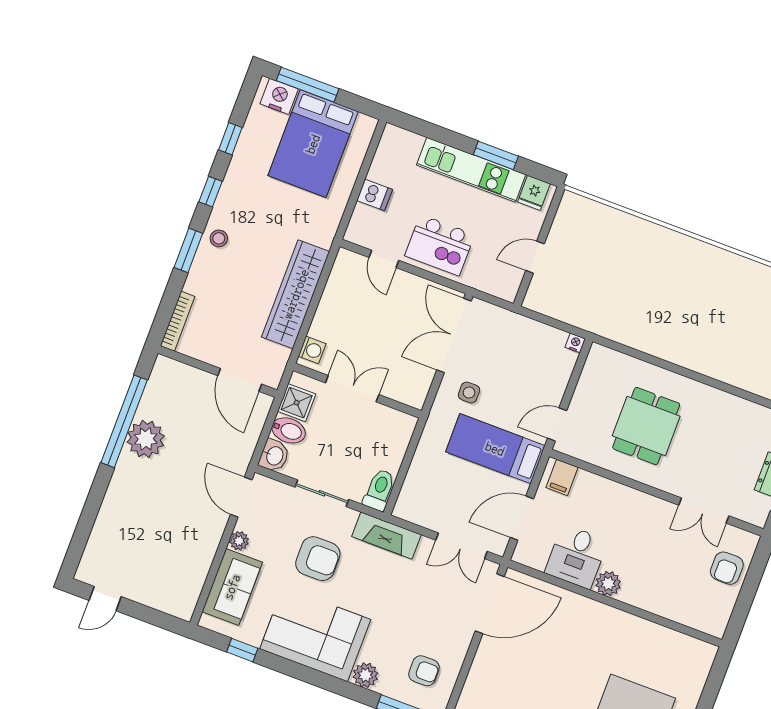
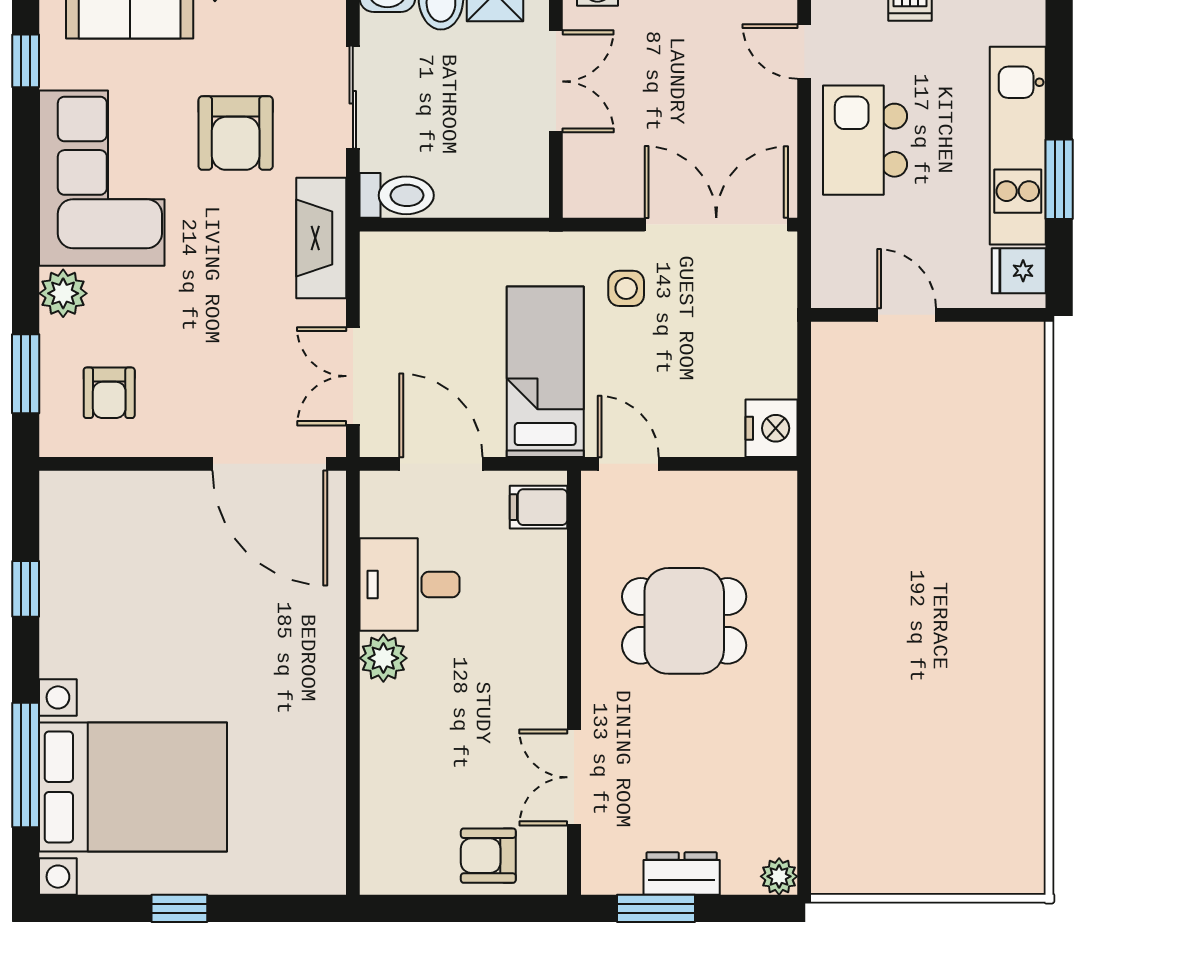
door: (384, 259) -> (804, 51), hinge flipped
nightstand: (575, 343) -> (772, 428), width x1.89, depth x1.79

